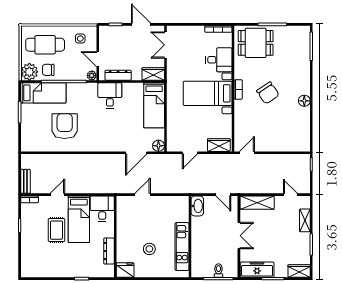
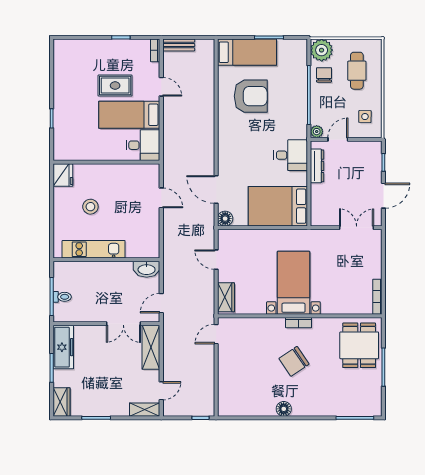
cafe table: (45, 45) -> (357, 71), width x0.73, depth x0.74
desk: (219, 60) -> (337, 297), removed
wardrobe: (153, 74) -> (319, 212), removed
bed: (43, 93) -> (247, 52), moved, turned -90
bed: (154, 105) -> (278, 206), width x1.50
door: (247, 153) -> (216, 334), swing flipped
shelving: (305, 220) -> (145, 410), moved
double door: (239, 236) -> (123, 324), moved
dresser: (109, 251) -> (88, 154), removed

